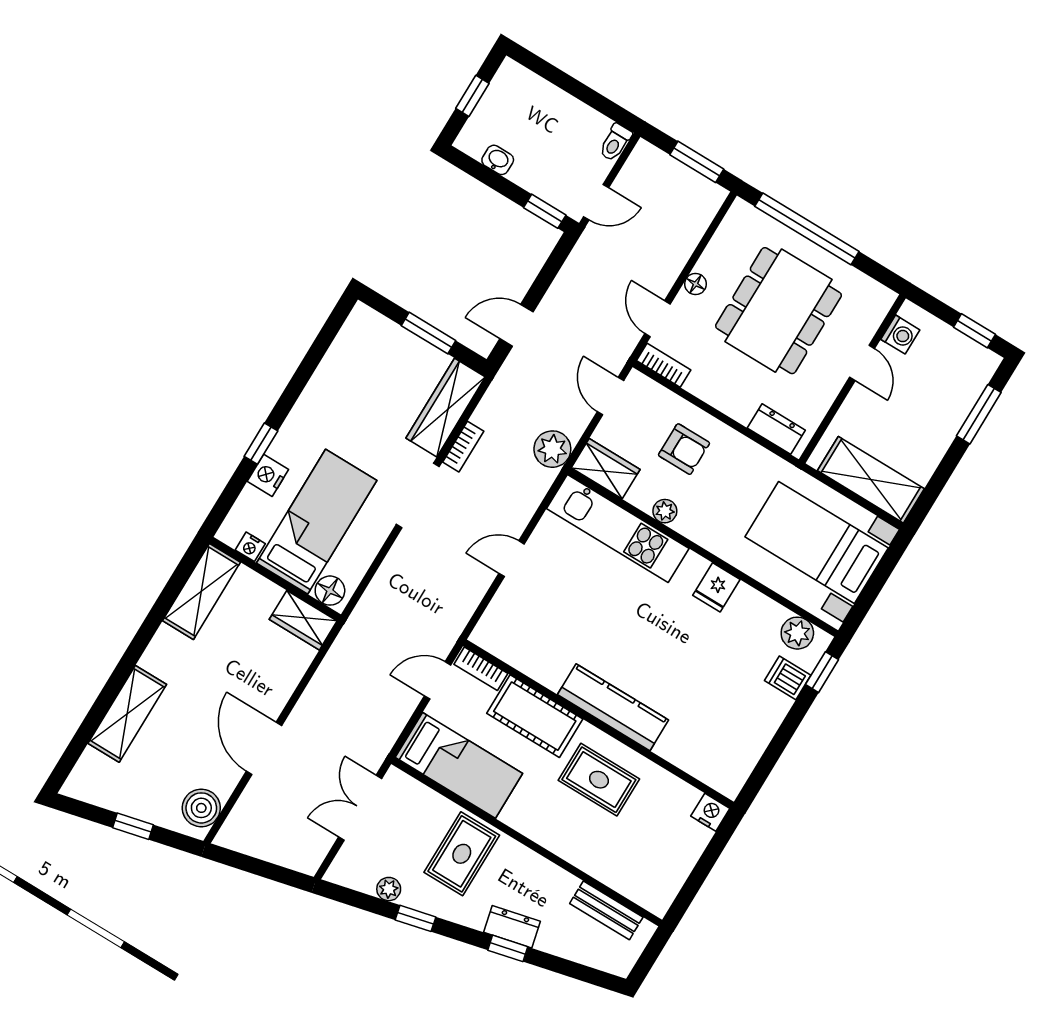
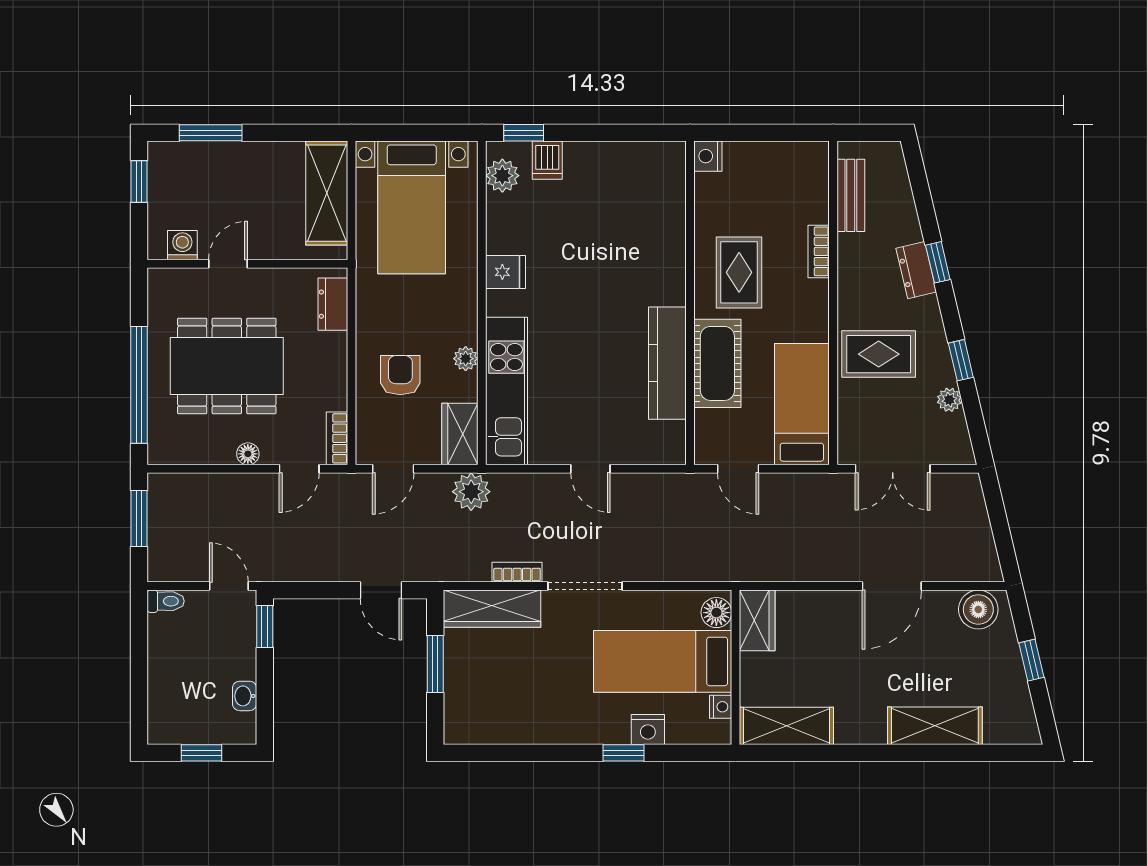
bookcase: (481, 669) -> (819, 251), moved, turned 180
kitchen counter: (613, 707) -> (667, 363), moved

